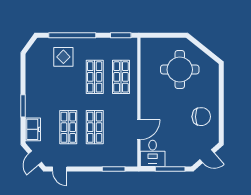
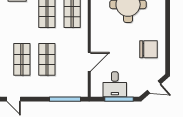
desk: (153, 153) -> (115, 84), moved
window: (114, 169) -> (65, 99), width x1.44

